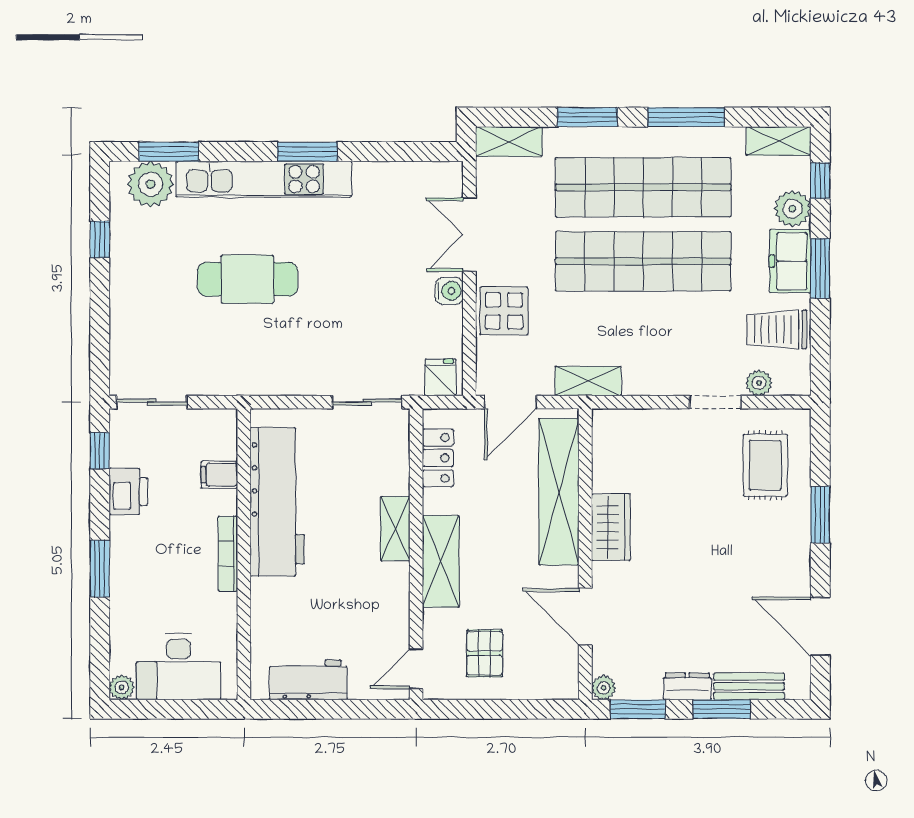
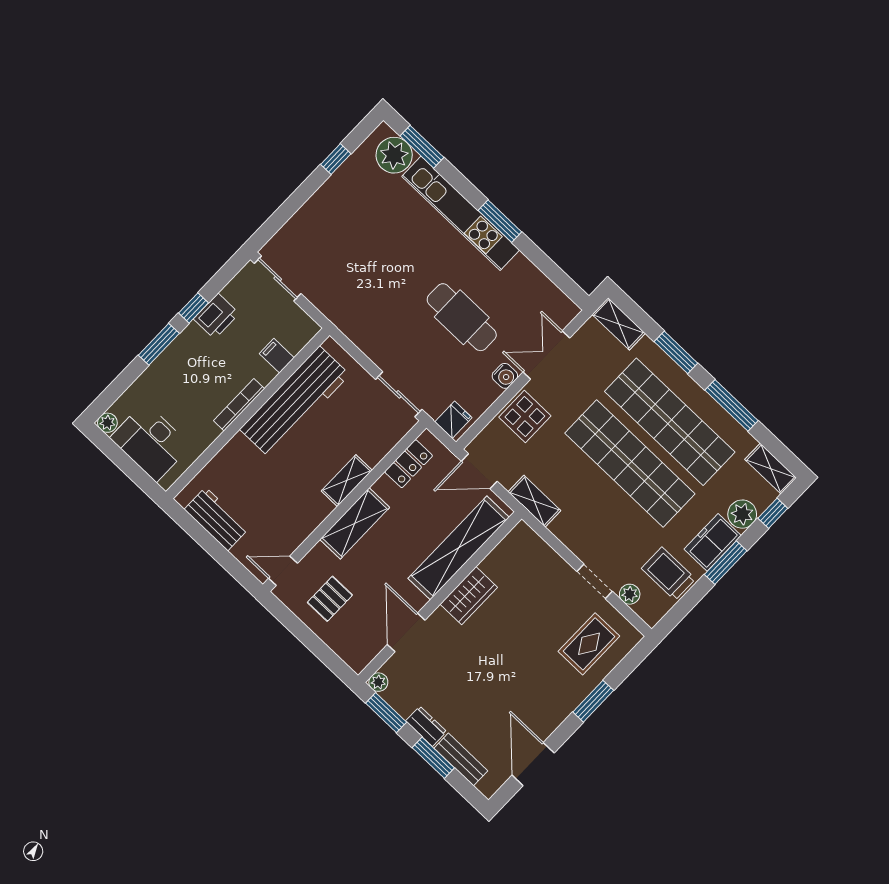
cafe table: (247, 279) -> (462, 317), moved
window: (100, 451) -> (194, 308), moved

